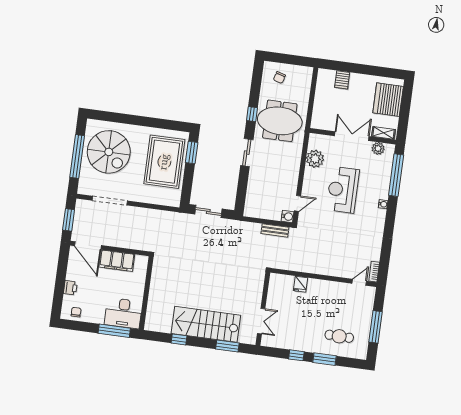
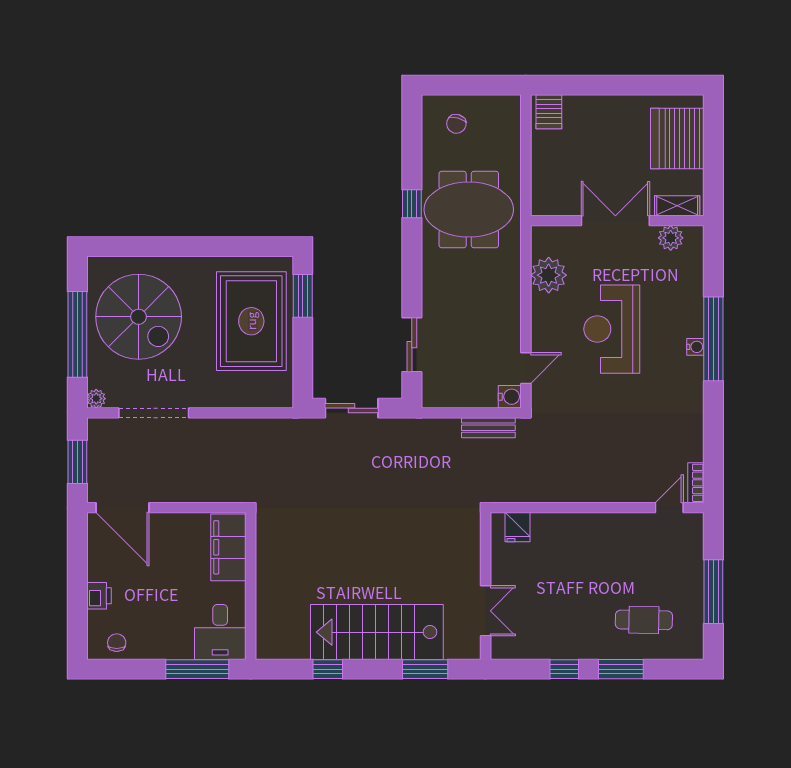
server rack: (342, 80) -> (549, 112), moved
sliding door: (247, 153) -> (412, 345), moved
window: (396, 175) -> (713, 339), moved
plant: (82, 190) -> (96, 399), added
filing cabinet: (117, 261) -> (228, 547), moved, turned 90
fridge: (300, 284) -> (517, 527), moved
desk: (123, 313) -> (220, 632), width x0.73

